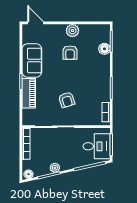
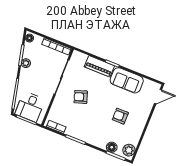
plant: (72, 31) -> (129, 150), moved

